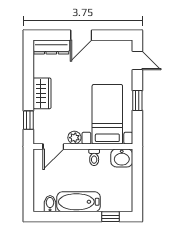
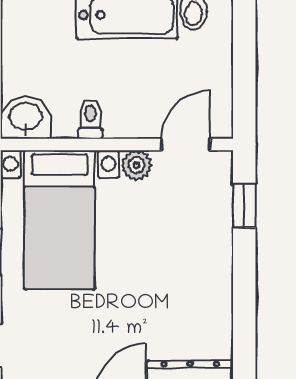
wardrobe: (42, 93) -> (212, 269), removed

